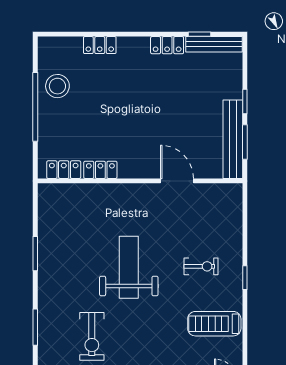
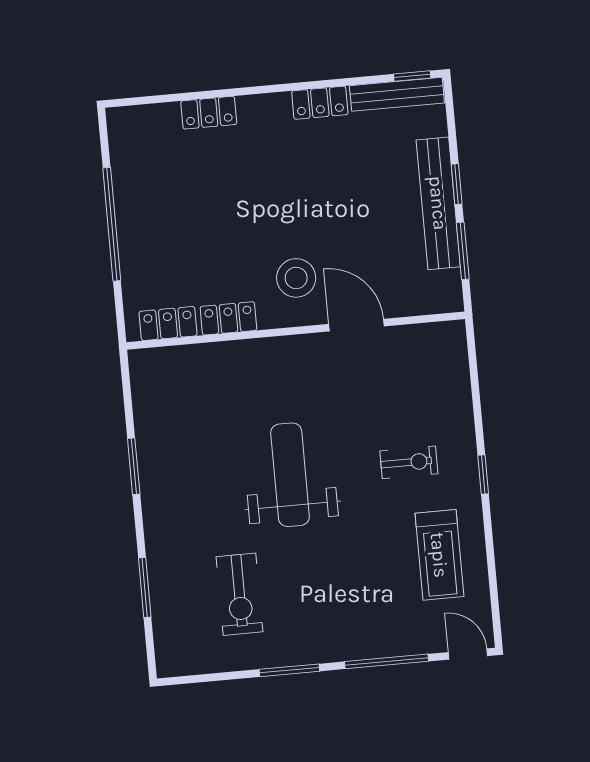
window: (200, 34) -> (412, 76), moved
stool: (57, 86) -> (296, 278), moved
bench: (233, 139) -> (438, 203), moved
treadmill: (214, 324) -> (439, 555), turned -90

